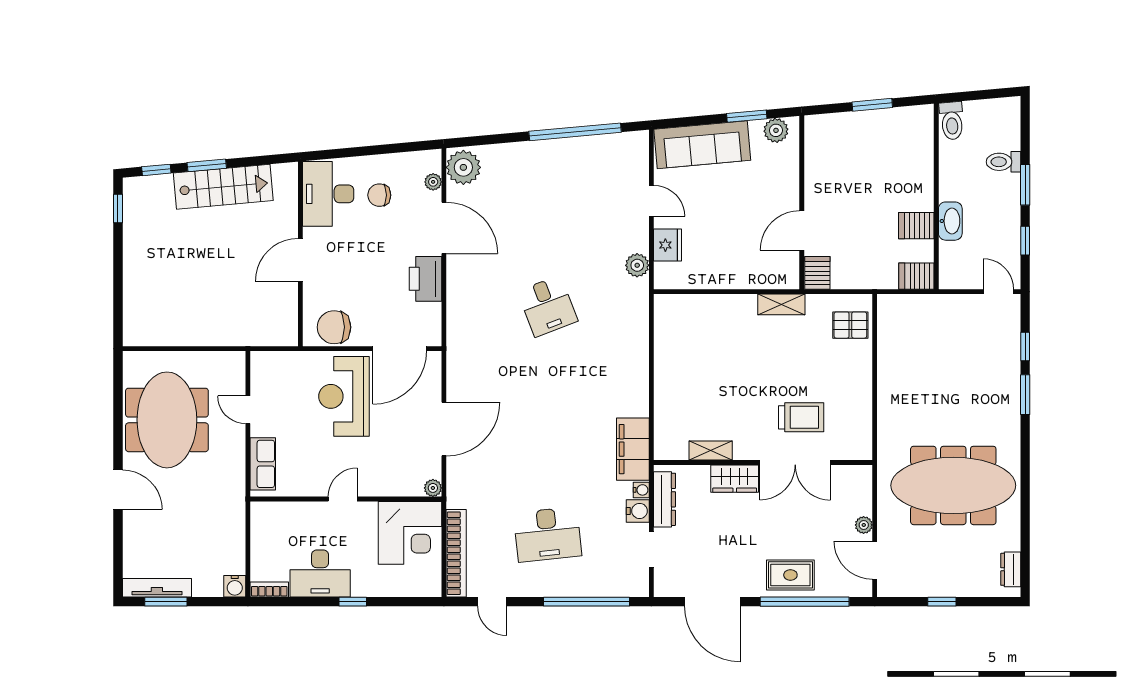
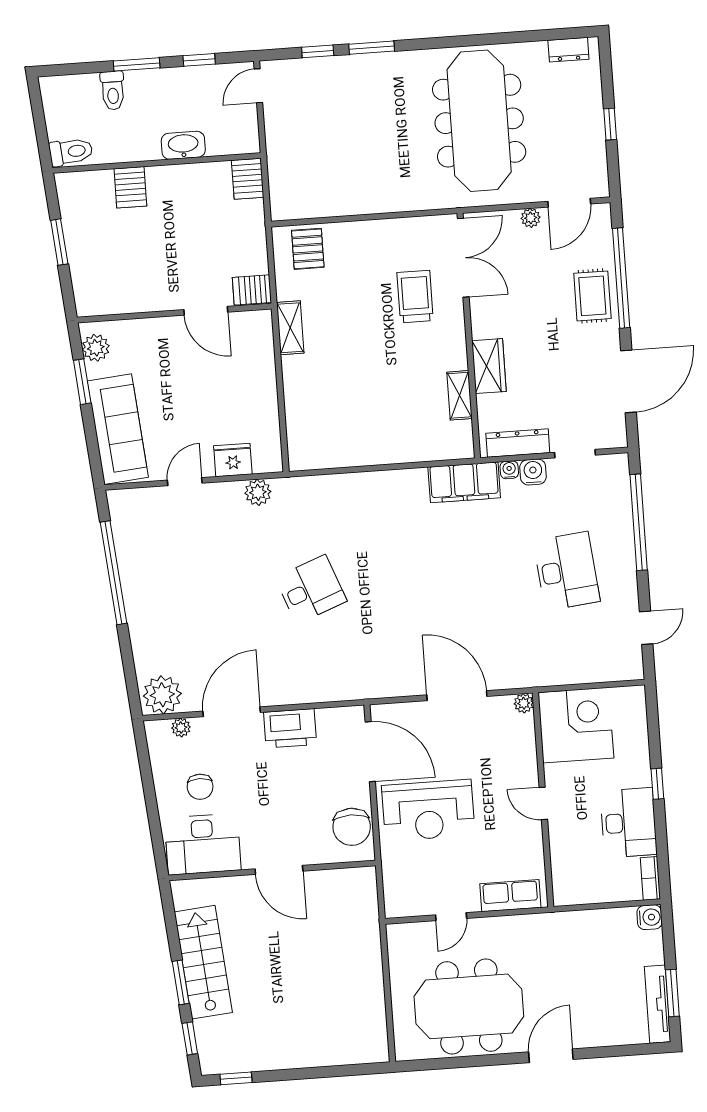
server rack: (916, 226) -> (130, 187), moved
double door: (795, 463) -> (463, 258), moved
bookcase: (456, 553) -> (595, 672), removed

